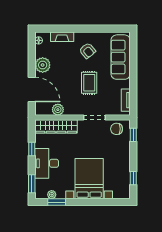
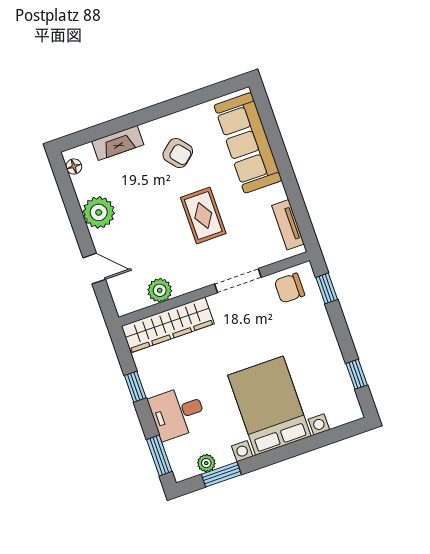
door: (32, 90) -> (94, 269), width x0.53
desk: (47, 163) -> (177, 413), width x0.73

